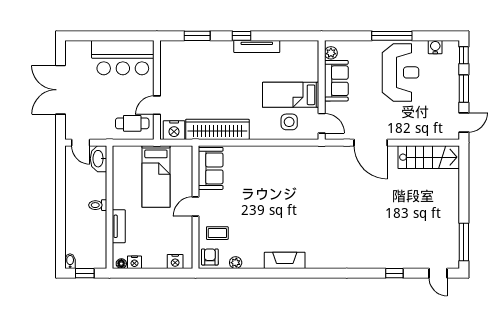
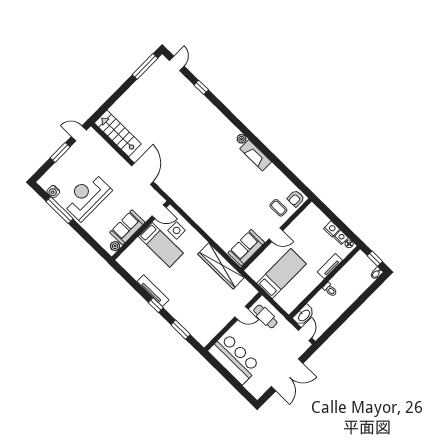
window: (392, 36) -> (59, 210), moved
window: (464, 55) -> (42, 171), removed
door: (322, 123) -> (159, 212), swing flipped
nightstand: (174, 130) -> (246, 289), removed
nightstand: (175, 261) -> (332, 229), moved
plant: (236, 263) -> (242, 139), moved

